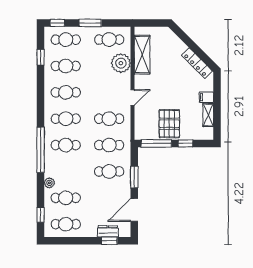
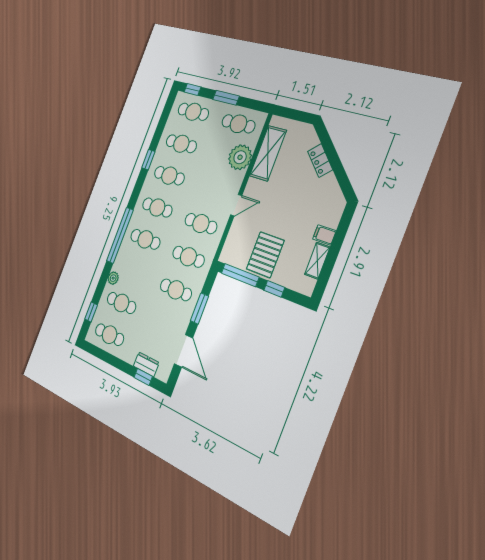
window: (41, 57) -> (148, 160), moved
locker: (197, 63) -> (320, 161), moved, width x0.66
door: (134, 210) -> (184, 351), swing flipped

